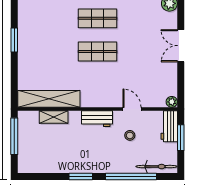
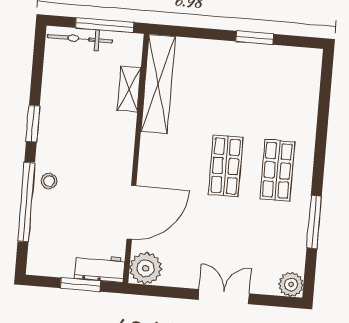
plant: (172, 102) -> (146, 268), width x1.87, depth x1.87
door: (132, 109) -> (131, 212), width x1.88
workbench: (97, 119) -> (121, 156), removed
stool: (130, 135) -> (49, 181), moved
bicycle: (157, 167) -> (80, 39), moved, turned 90

